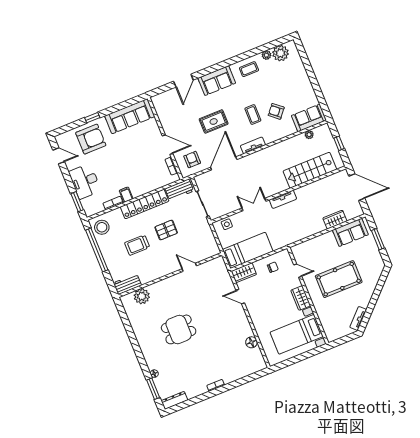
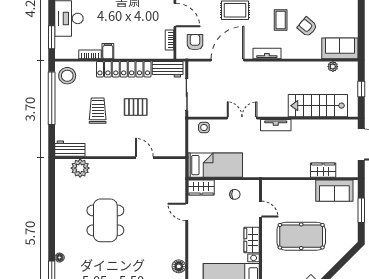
trolley: (137, 245) -> (98, 111), turned 90
dining table: (179, 329) -> (105, 220), width x1.38

